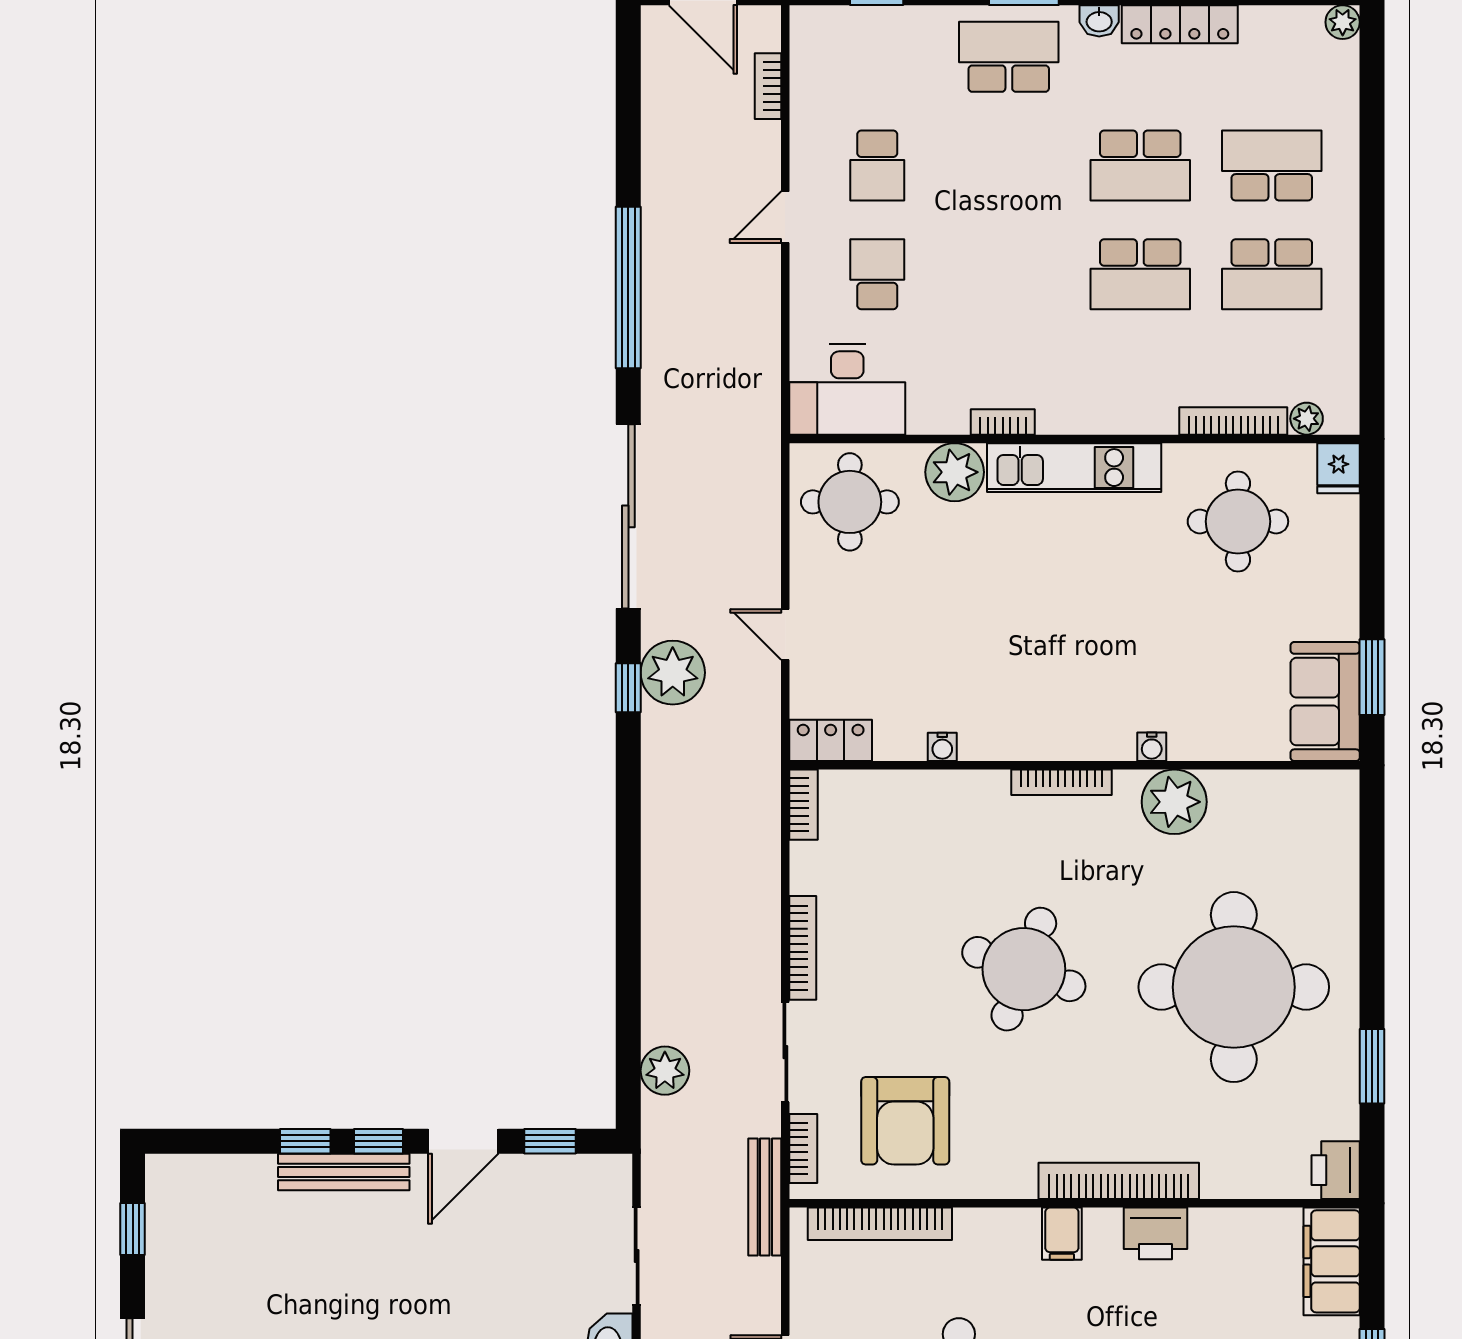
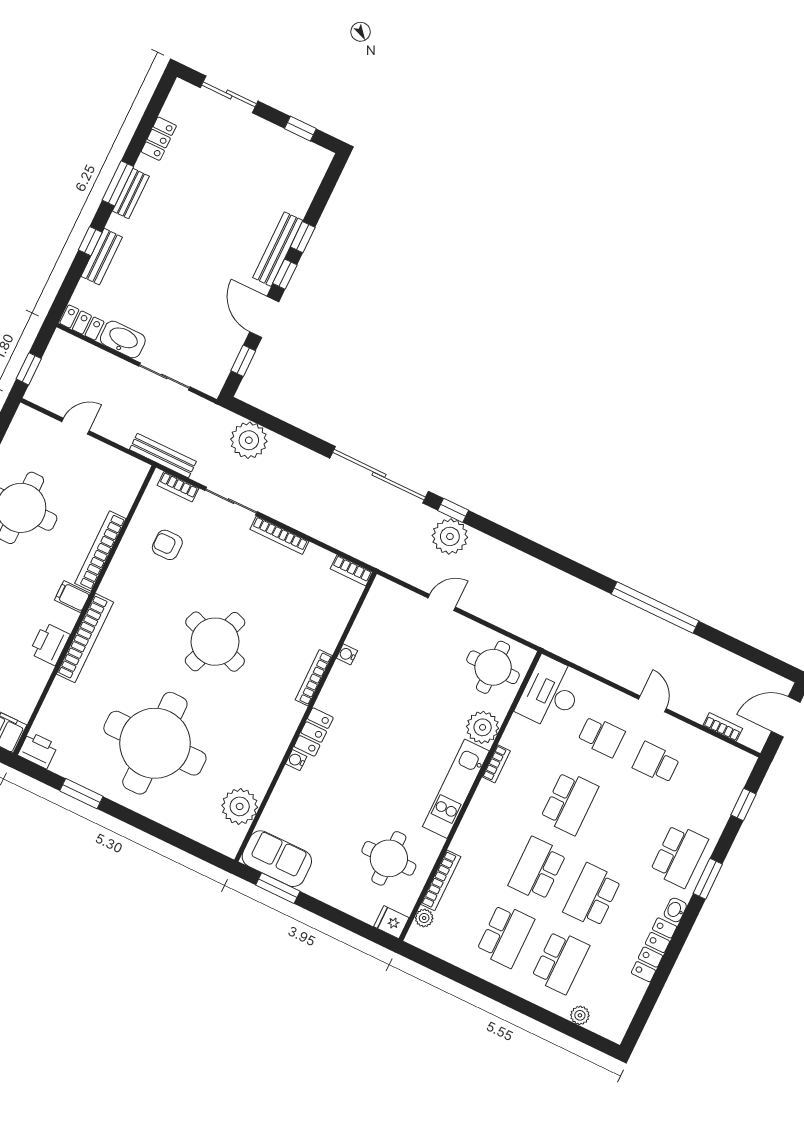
plant: (1343, 22) -> (580, 1015), moved
school desk: (1009, 274) -> (569, 803), added
school desk: (1272, 274) -> (505, 935), turned 180
sliding door: (628, 516) -> (379, 475), moved
locker: (831, 740) -> (314, 732), moved
bookcase: (1062, 782) -> (314, 678), moved
plant: (1174, 802) -> (240, 806), moved
plant: (665, 1071) -> (249, 440), width x1.36, depth x1.36
armchair: (905, 1121) -> (167, 545), width x0.53, depth x0.53
bookcase: (880, 1224) -> (100, 551), moved

